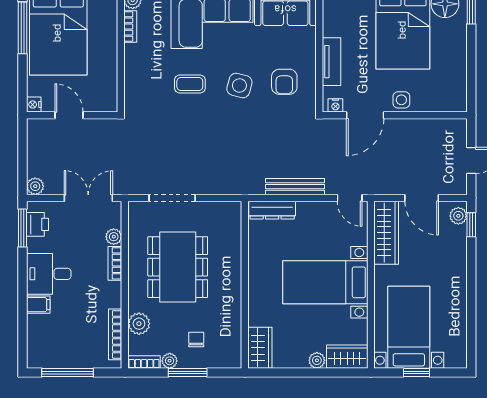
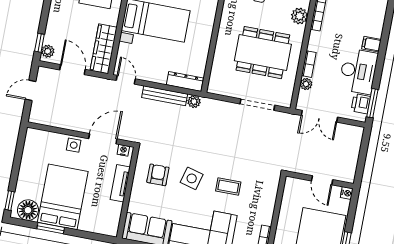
plant: (35, 186) -> (194, 102), moved
dining table: (178, 267) -> (263, 53), turned 90
desk: (49, 274) -> (358, 71), width x1.37

